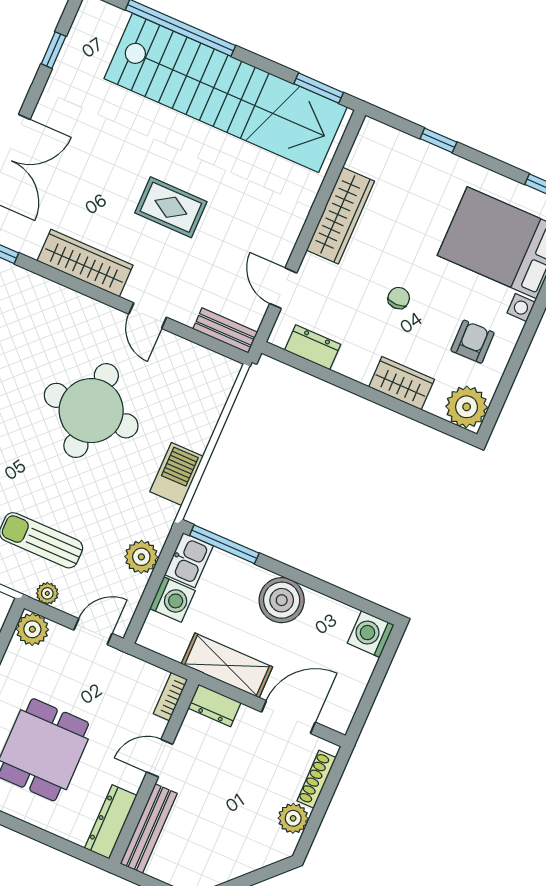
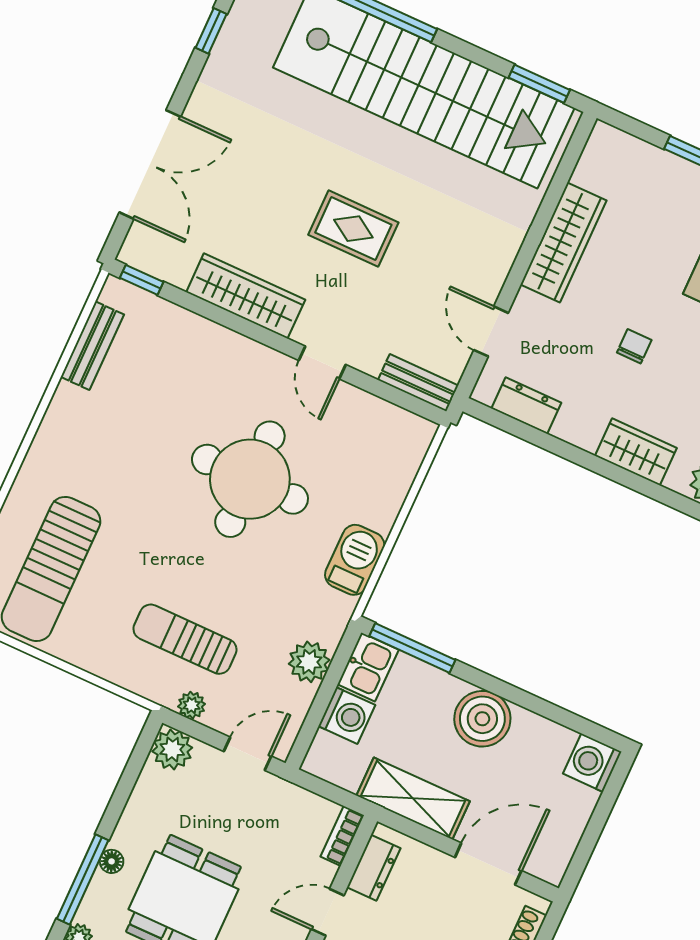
dresser: (215, 705) -> (374, 868), moved, turned -90

